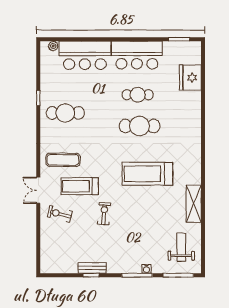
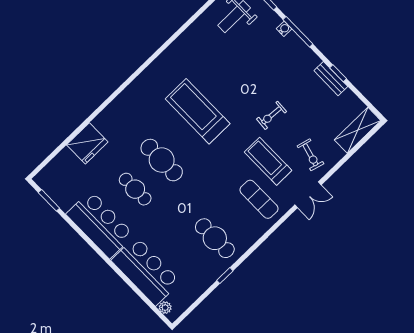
fridge: (190, 78) -> (87, 143), moved
treadmill: (147, 174) -> (198, 111), turned 180
treadmill: (80, 186) -> (268, 161), turned 180
shelving: (194, 204) -> (358, 130), moved

